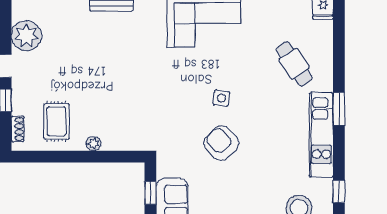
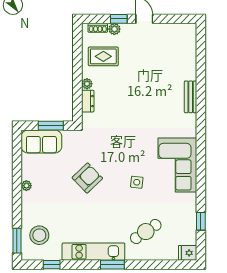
plant: (26, 36) -> (114, 29), moved, width x0.53, depth x0.53
side table: (221, 98) -> (137, 182), moved
dresser: (117, 143) -> (88, 101), added
window: (150, 193) -> (51, 126), width x1.50

